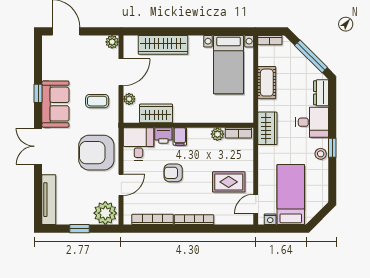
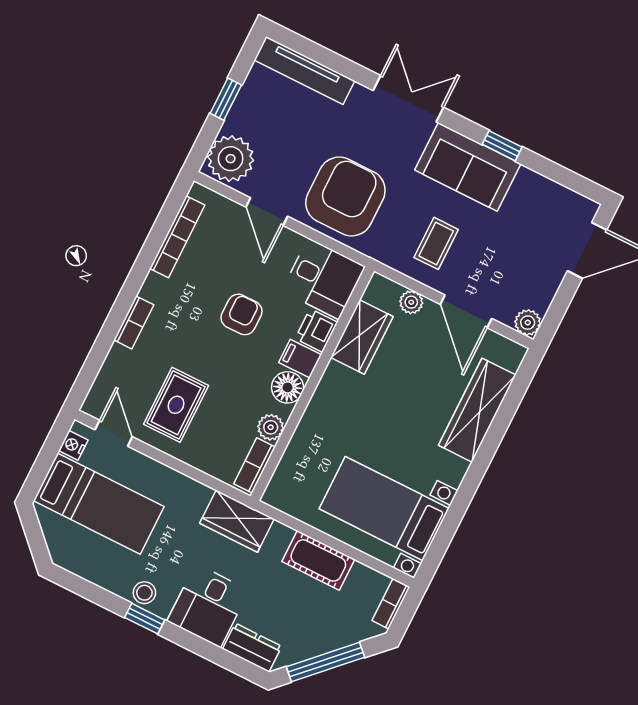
floor lamp: (196, 136) -> (287, 387), added
bookcase: (194, 220) -> (134, 322), width x0.64

